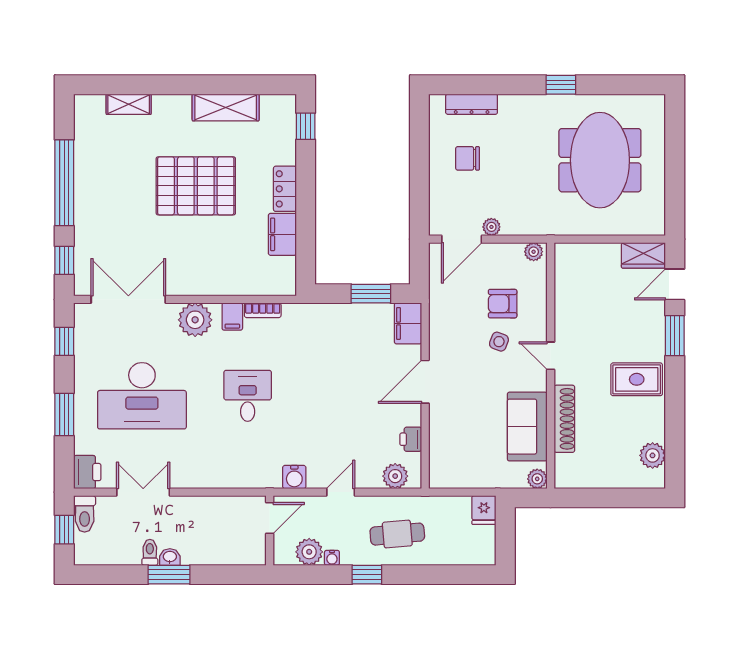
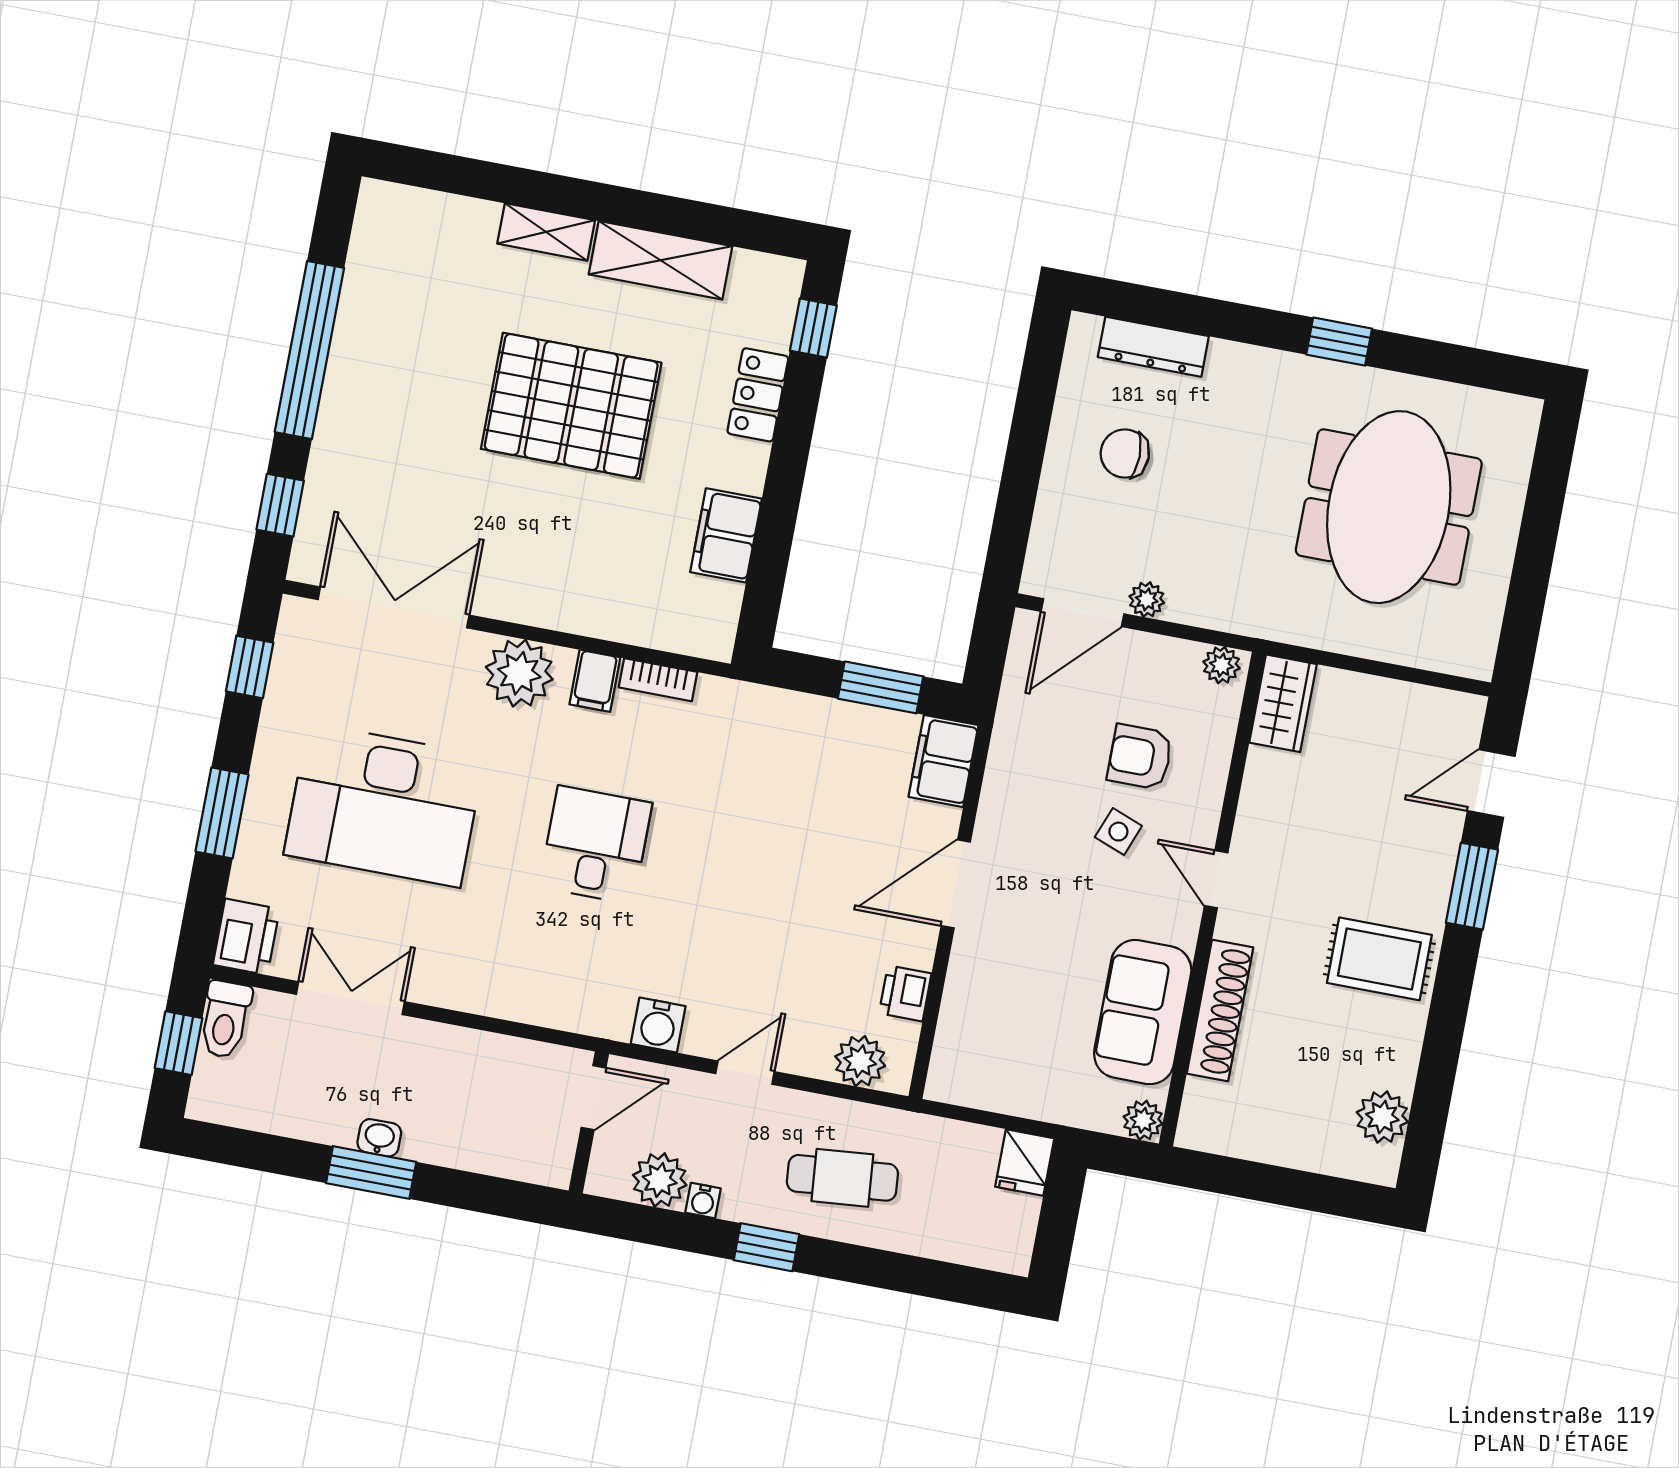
shelving: (129, 104) -> (546, 232), moved
locker: (285, 189) -> (758, 395), moved
wardrobe: (643, 255) -> (1283, 703), moved, turned -90
toilet: (150, 552) -> (341, 1121), removed

